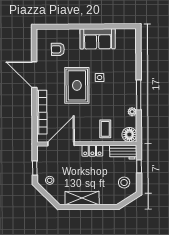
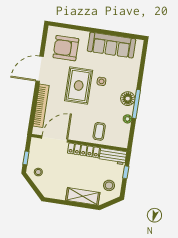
sofa: (98, 39) -> (112, 45), width x1.36
armchair: (58, 49) -> (66, 48), width x1.88, depth x1.88
door: (34, 75) -> (40, 69), hinge flipped
floor lamp: (129, 135) -> (128, 99), moved
locker: (92, 151) -> (84, 150), width x1.53
shelving: (82, 198) -> (83, 196), moved

